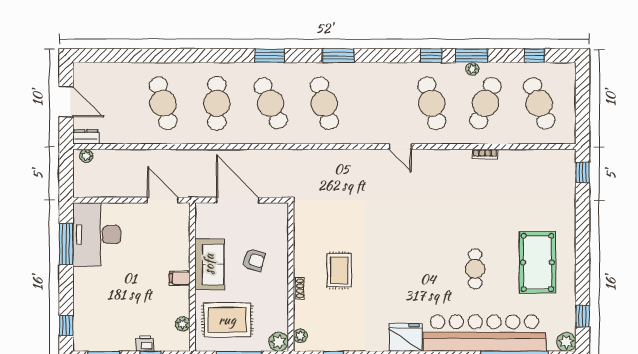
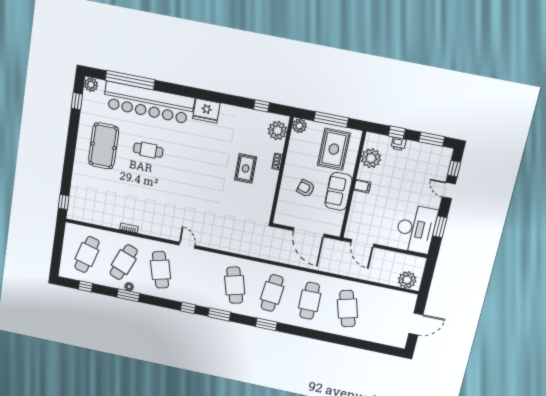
window: (431, 56) -> (188, 308), moved
door: (66, 102) -> (416, 324), swing flipped
cafe table: (271, 103) -> (272, 293), turned 30
cafe table: (539, 103) -> (87, 254), turned 36
dresser: (86, 137) -> (407, 298), removed
plant: (86, 156) -> (407, 280), width x1.88, depth x1.88
window: (66, 244) -> (440, 227), width x0.69
cafe table: (475, 269) -> (148, 150), turned 90
door: (66, 295) -> (449, 190), added
rug: (227, 320) -> (334, 149), turned 90
plant: (183, 324) -> (371, 158), width x1.87, depth x1.87
plant: (300, 336) -> (277, 131), width x1.87, depth x1.87

